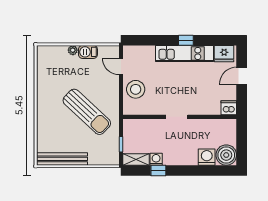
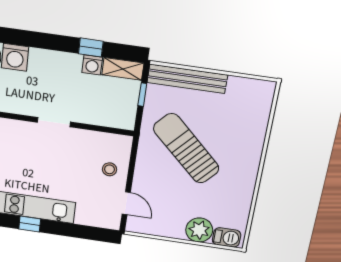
plant: (73, 50) -> (199, 230), width x1.87, depth x1.87
barbecue: (88, 52) -> (227, 237), moved
stool: (136, 89) -> (109, 169), width x0.53, depth x0.53
bench: (62, 159) -> (187, 79), moved

